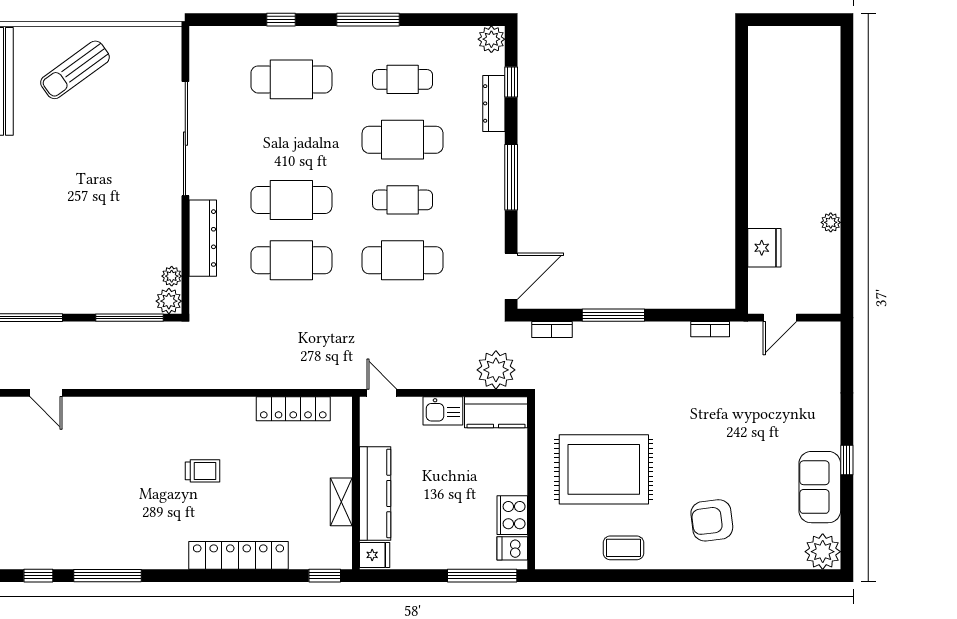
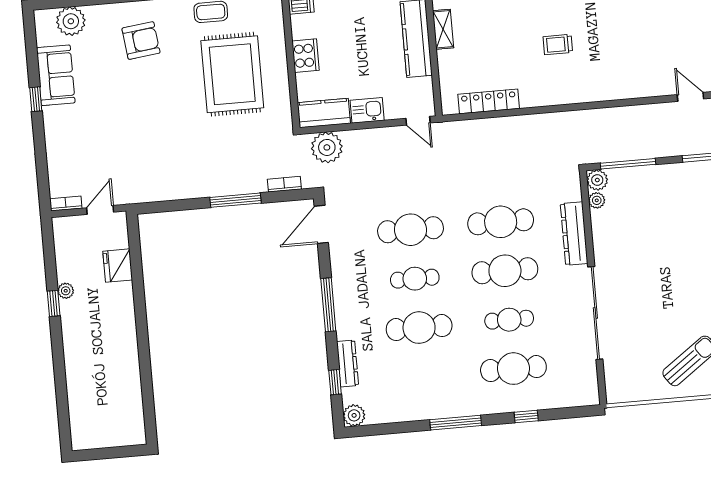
cafe table: (403, 79) -> (509, 320), moved
window: (847, 208) -> (54, 303), added
bookcase: (710, 329) -> (66, 204), moved
rug: (604, 469) -> (232, 74), turned 90
cooker: (512, 515) -> (306, 56), moved
plant: (823, 552) -> (71, 21), moved

